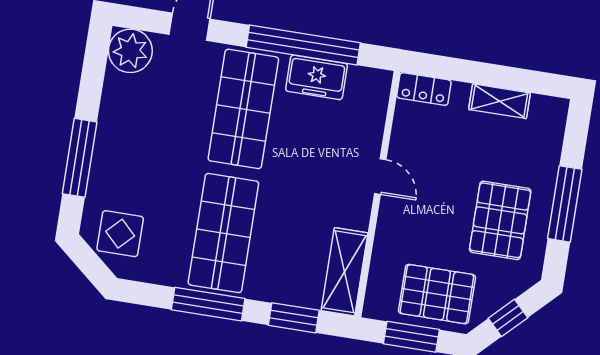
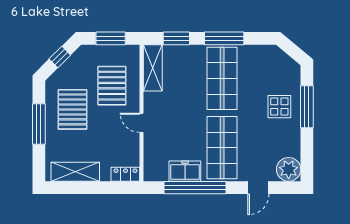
shelving: (500, 101) -> (75, 172), width x1.50, depth x1.33
display table: (120, 234) -> (279, 107), moved
pallet: (437, 294) -> (112, 86), moved, turned 90

